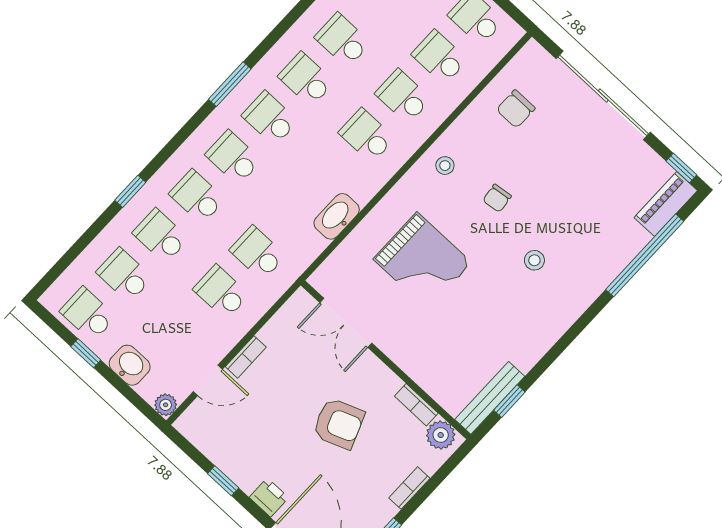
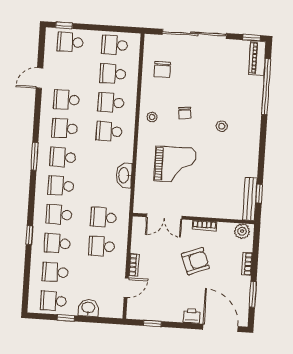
plant: (166, 405) -> (117, 312), removed
bookcase: (416, 405) -> (204, 226), moved
window: (223, 481) -> (152, 323), moved

